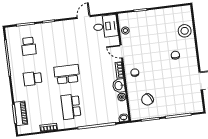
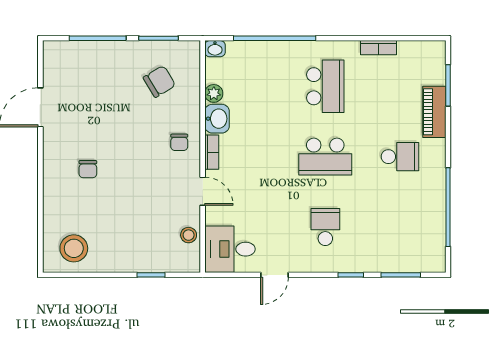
stool: (185, 31) -> (74, 248), moved
school desk: (29, 46) -> (325, 227), moved
piano: (21, 113) -> (434, 112), moved

